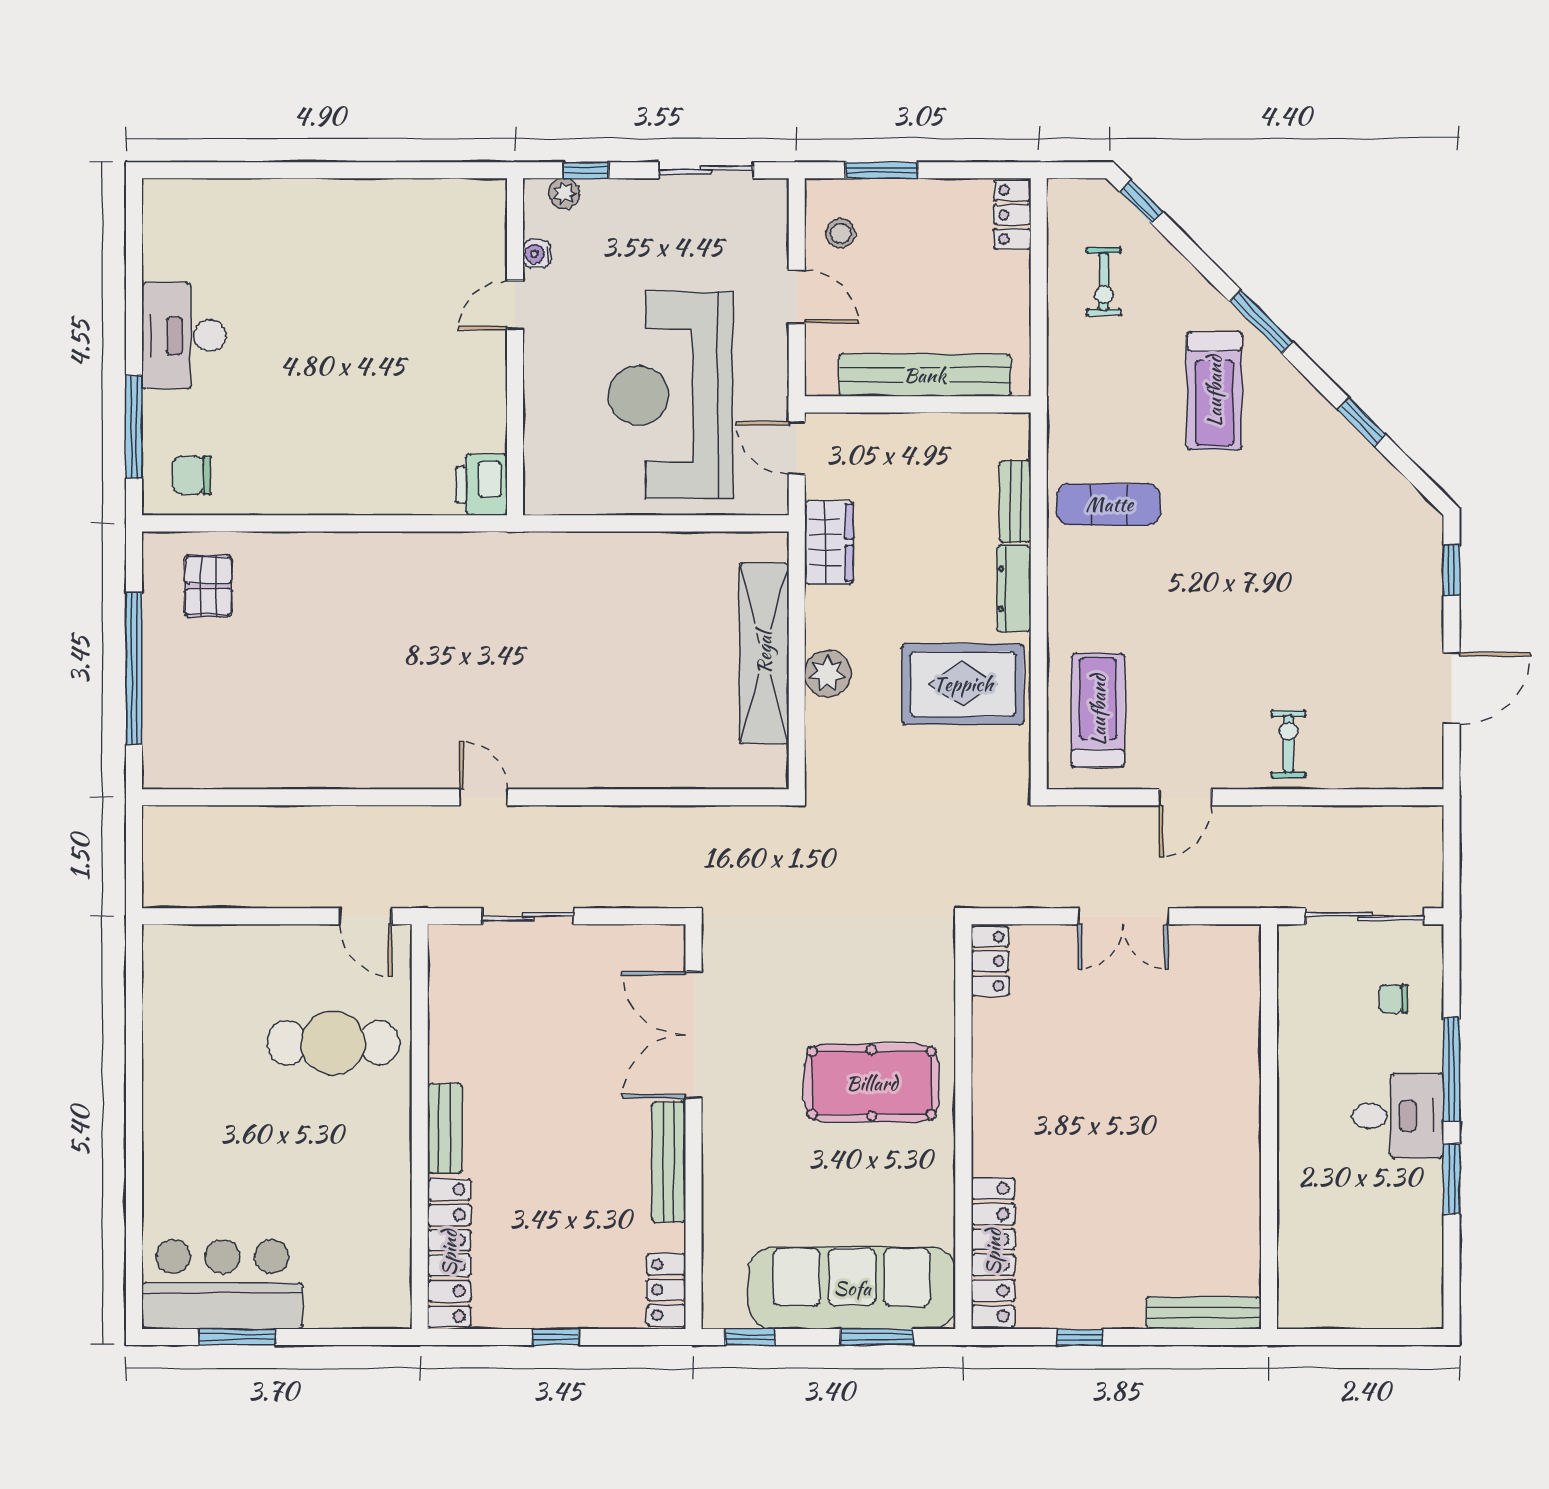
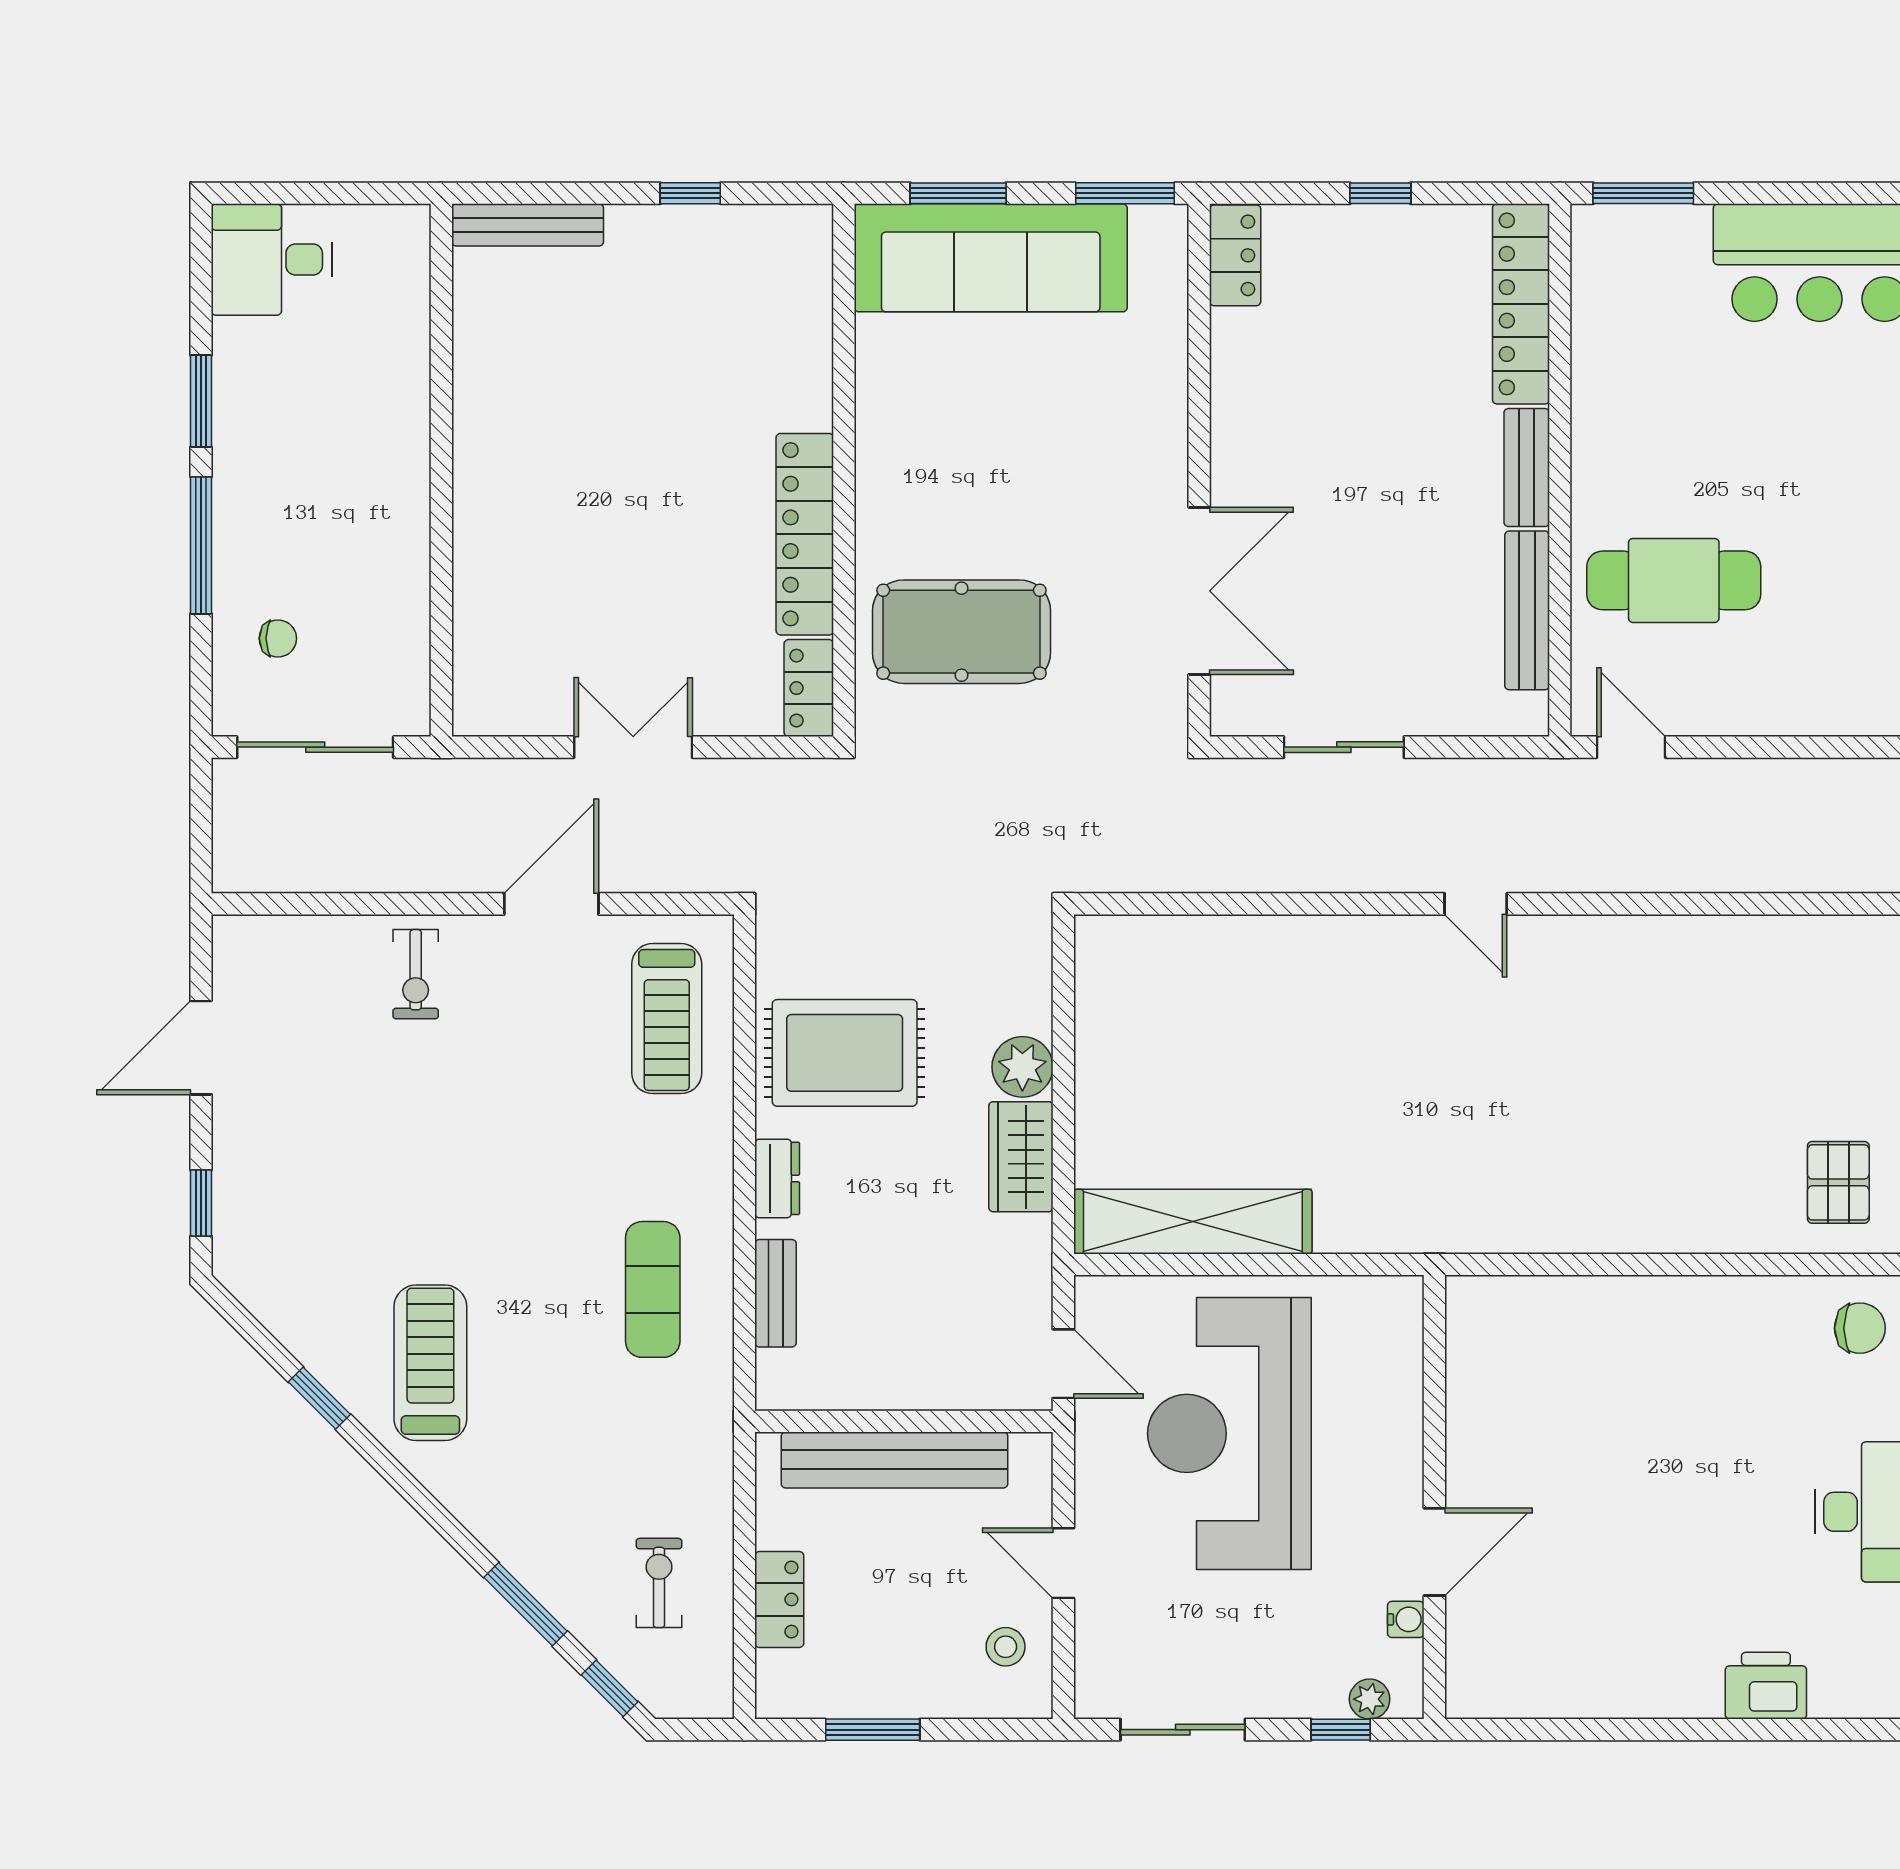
window: (882, 170) -> (873, 1730), moved
locker: (1012, 215) -> (779, 1599), moved
door: (515, 305) -> (1434, 1552), width x1.38
window: (1261, 321) -> (526, 1604), moved
treadmill: (1214, 391) -> (430, 1363), moved
reception desk: (671, 395) -> (1229, 1433), turned 180
printer: (482, 485) -> (1766, 1686), moved, turned -90
exercise mat: (1109, 504) -> (653, 1289), turned 90
wardrobe: (829, 542) -> (1021, 1157), moved
dresser: (1014, 589) -> (777, 1178), width x0.70
shelving: (764, 653) -> (1193, 1222), moved, turned 90
door: (1185, 797) -> (551, 904), width x1.38
sliding door: (528, 916) -> (1344, 747), moved
pool table: (872, 1083) -> (962, 632), moved
desk: (1398, 1116) -> (272, 259), moved
bench: (669, 1162) -> (1527, 610), moved
locker: (993, 1252) -> (805, 534), moved
window: (237, 1337) -> (1643, 193), moved
window: (750, 1337) -> (1125, 193), width x1.50

